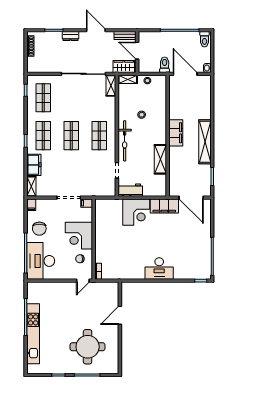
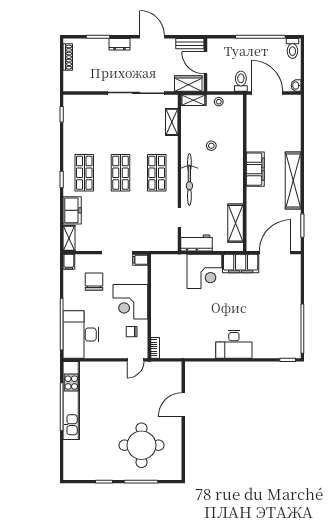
shelving: (111, 86) -> (172, 122), moved
shop shelf: (43, 98) -> (84, 124), removed
shelving: (160, 159) -> (236, 223), moved
door: (191, 198) -> (275, 253), swing flipped
chair: (39, 229) -> (94, 282), moved, turned 180
kitchen unit: (33, 334) -> (71, 401), moved

